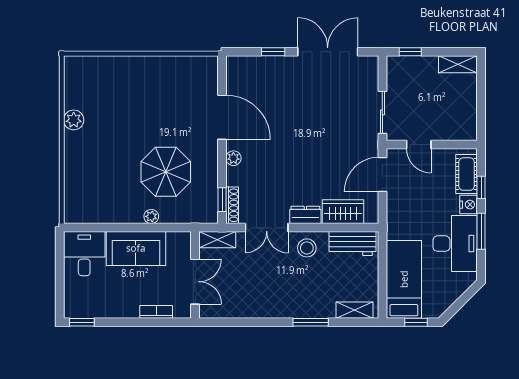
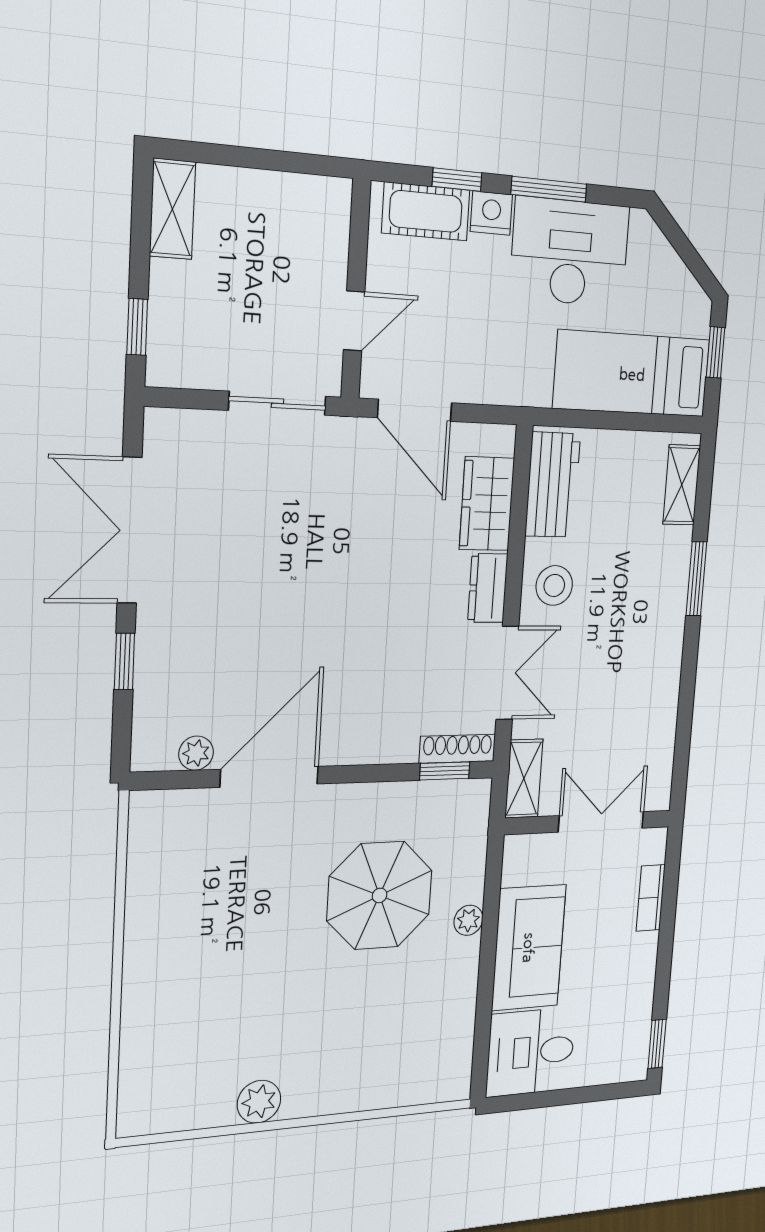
plant: (233, 158) -> (196, 753), moved

